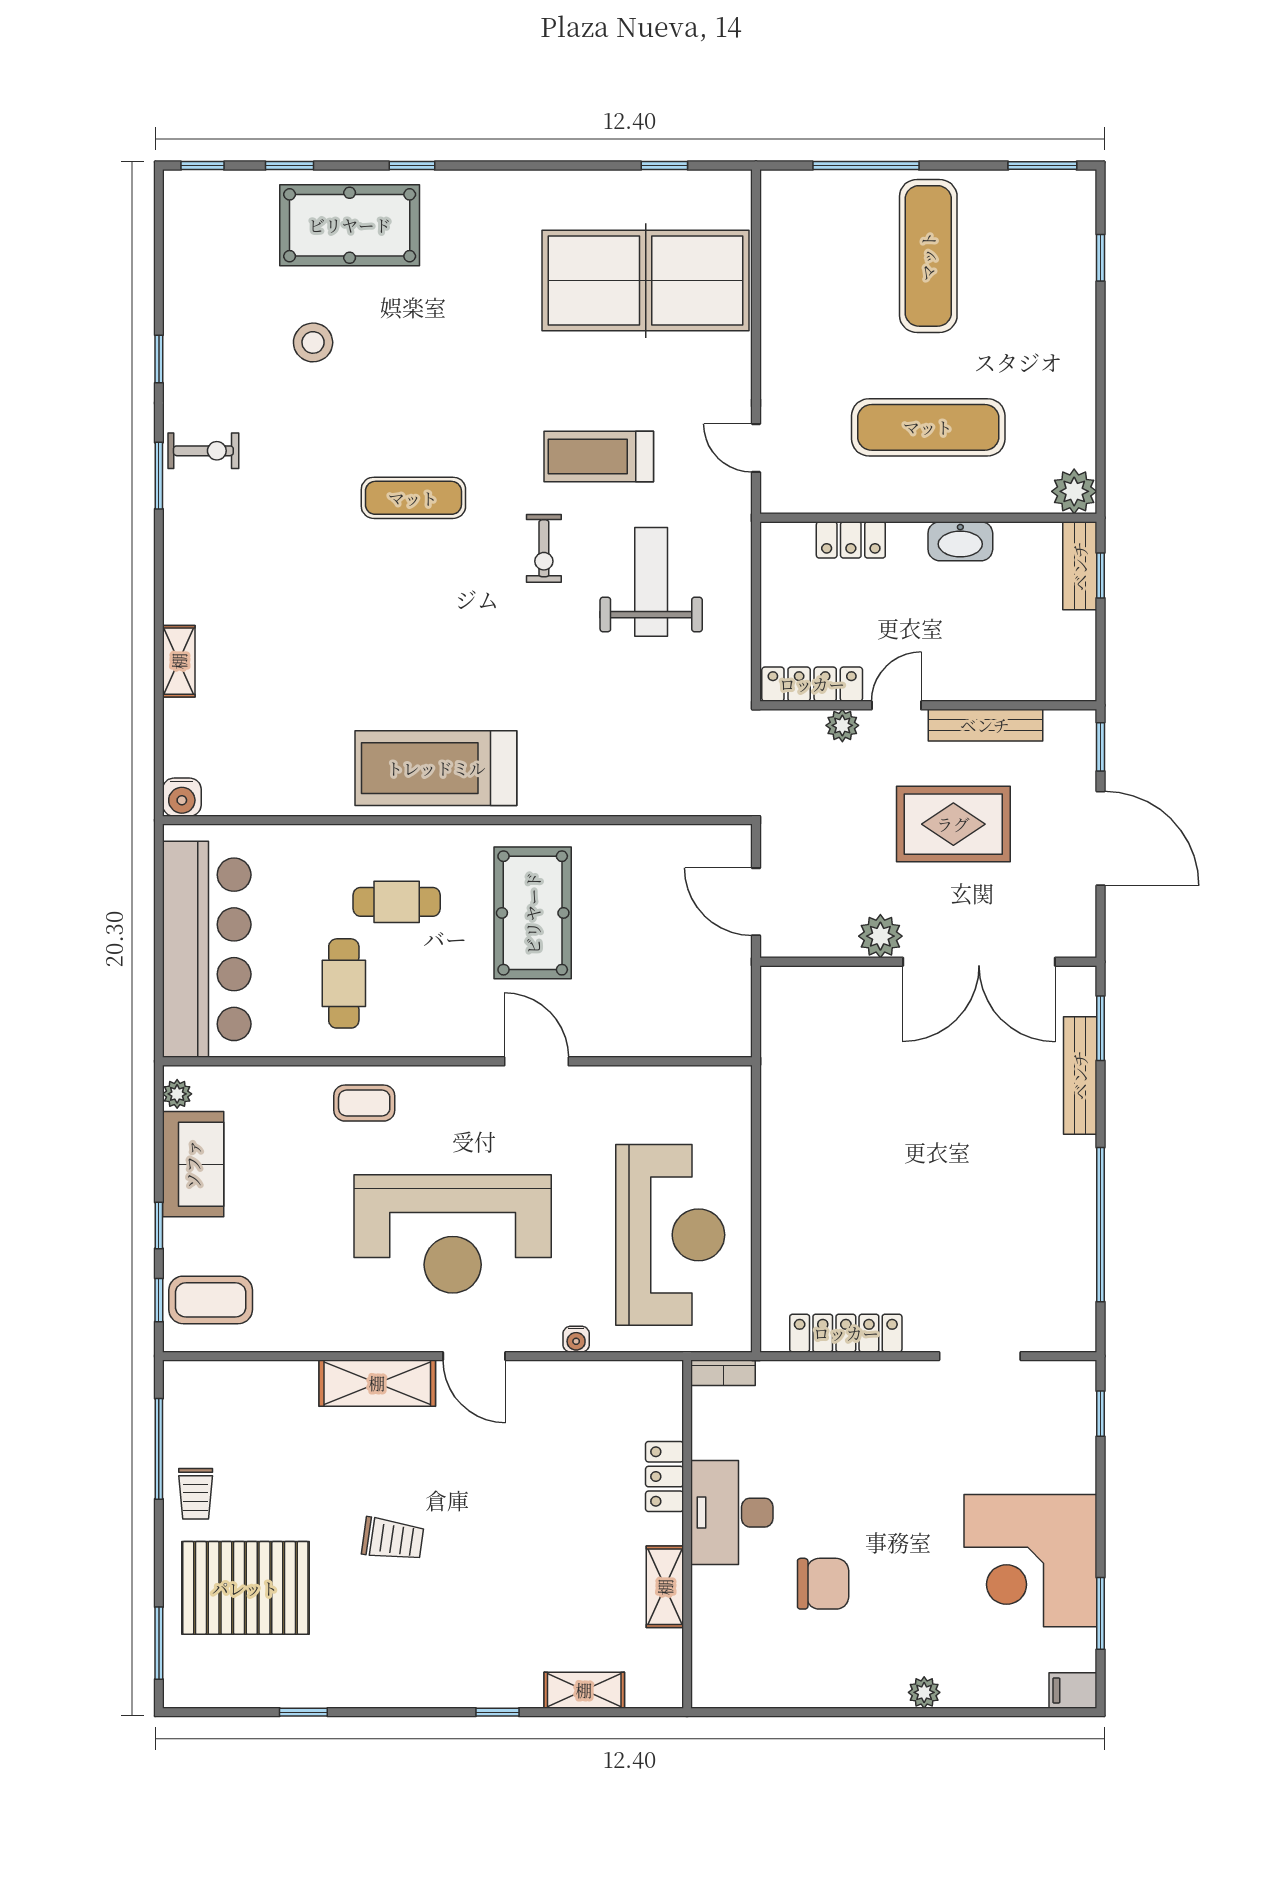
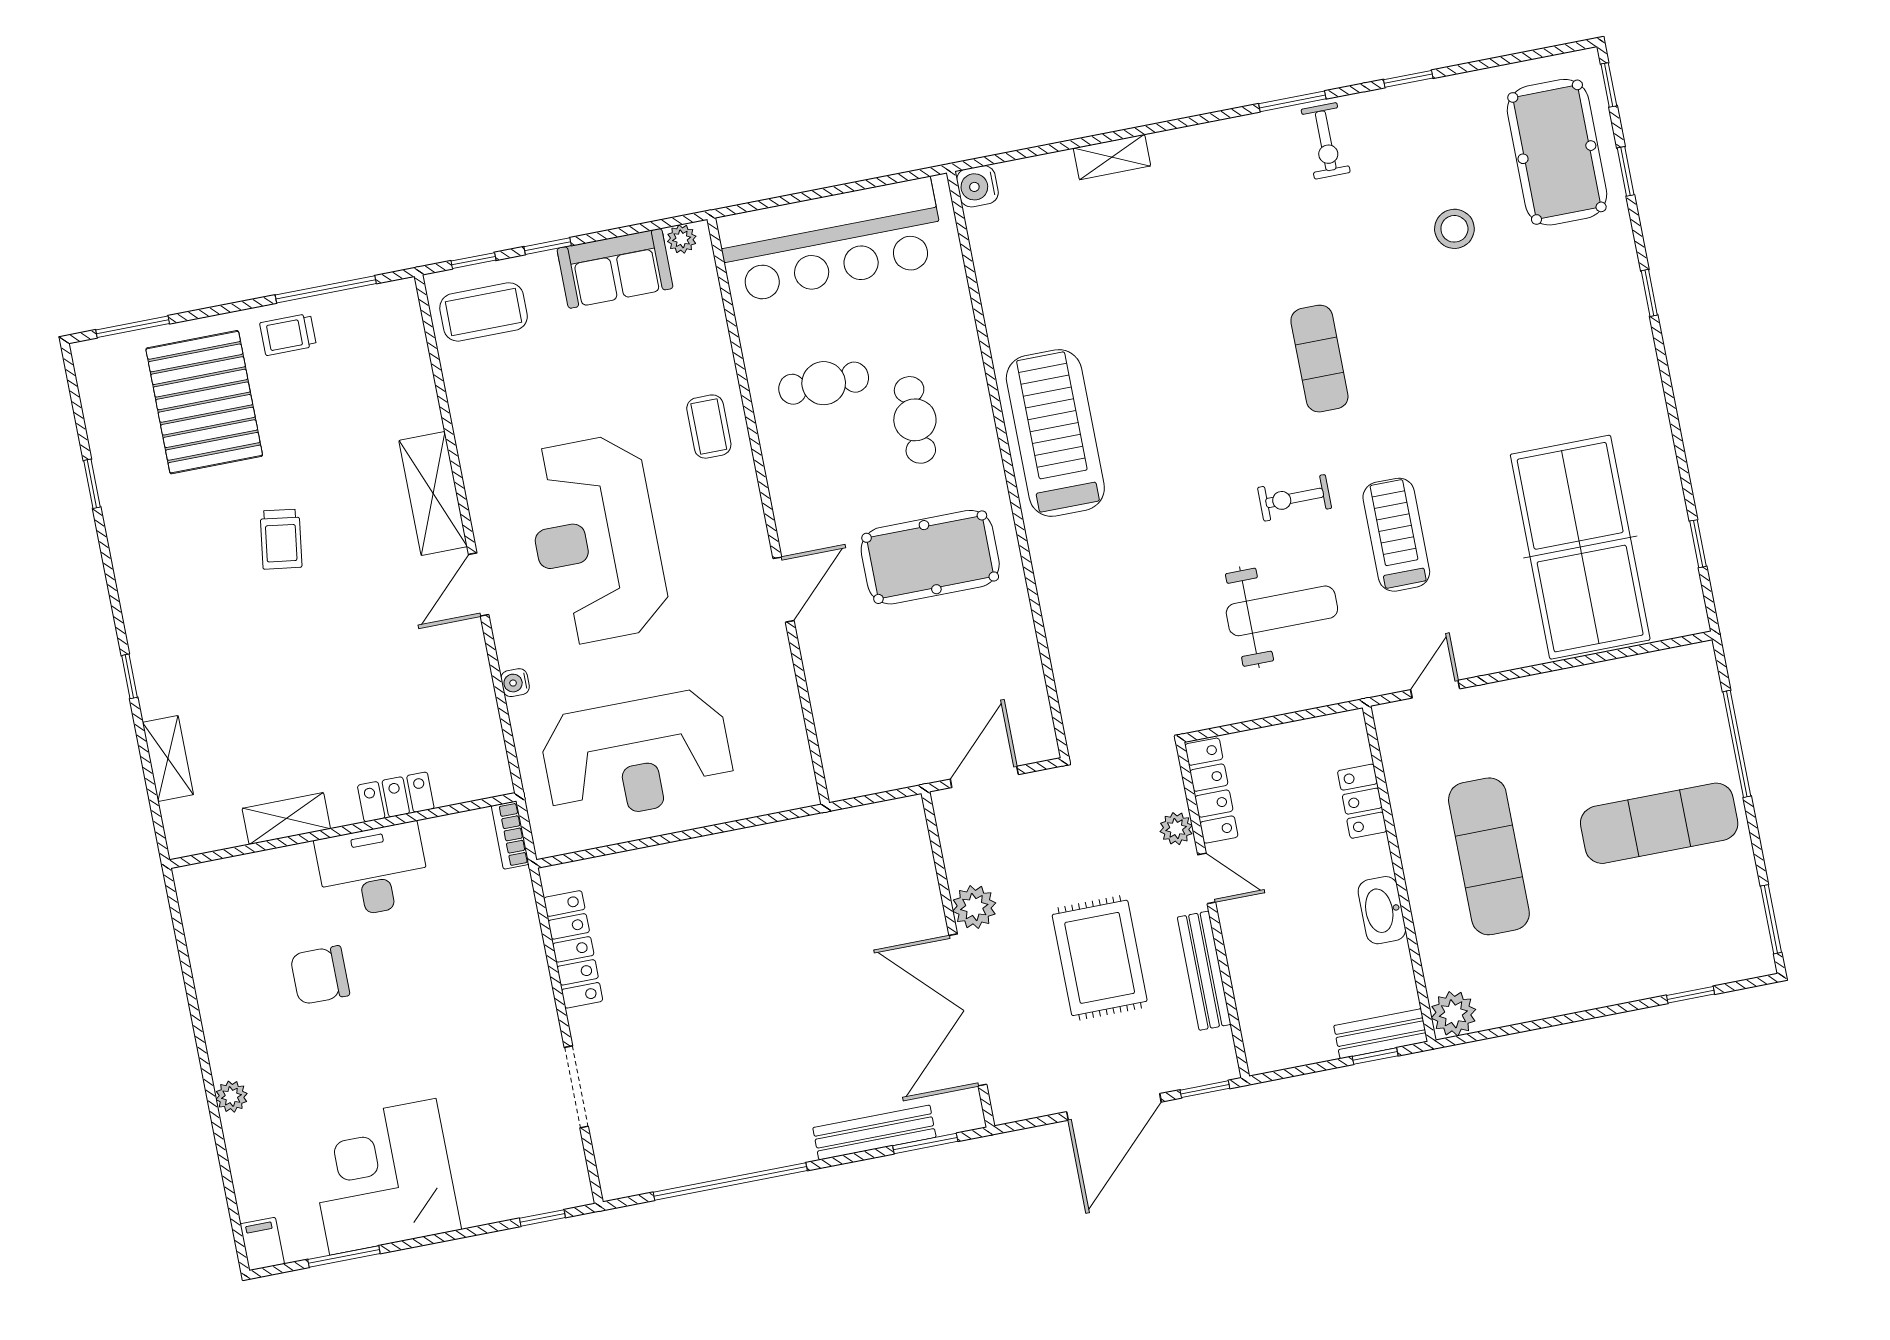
pool table: (350, 225) -> (1557, 152), moved
coffee table: (211, 1300) -> (484, 312), turned 90
chair: (823, 1584) -> (320, 975), turned 90

